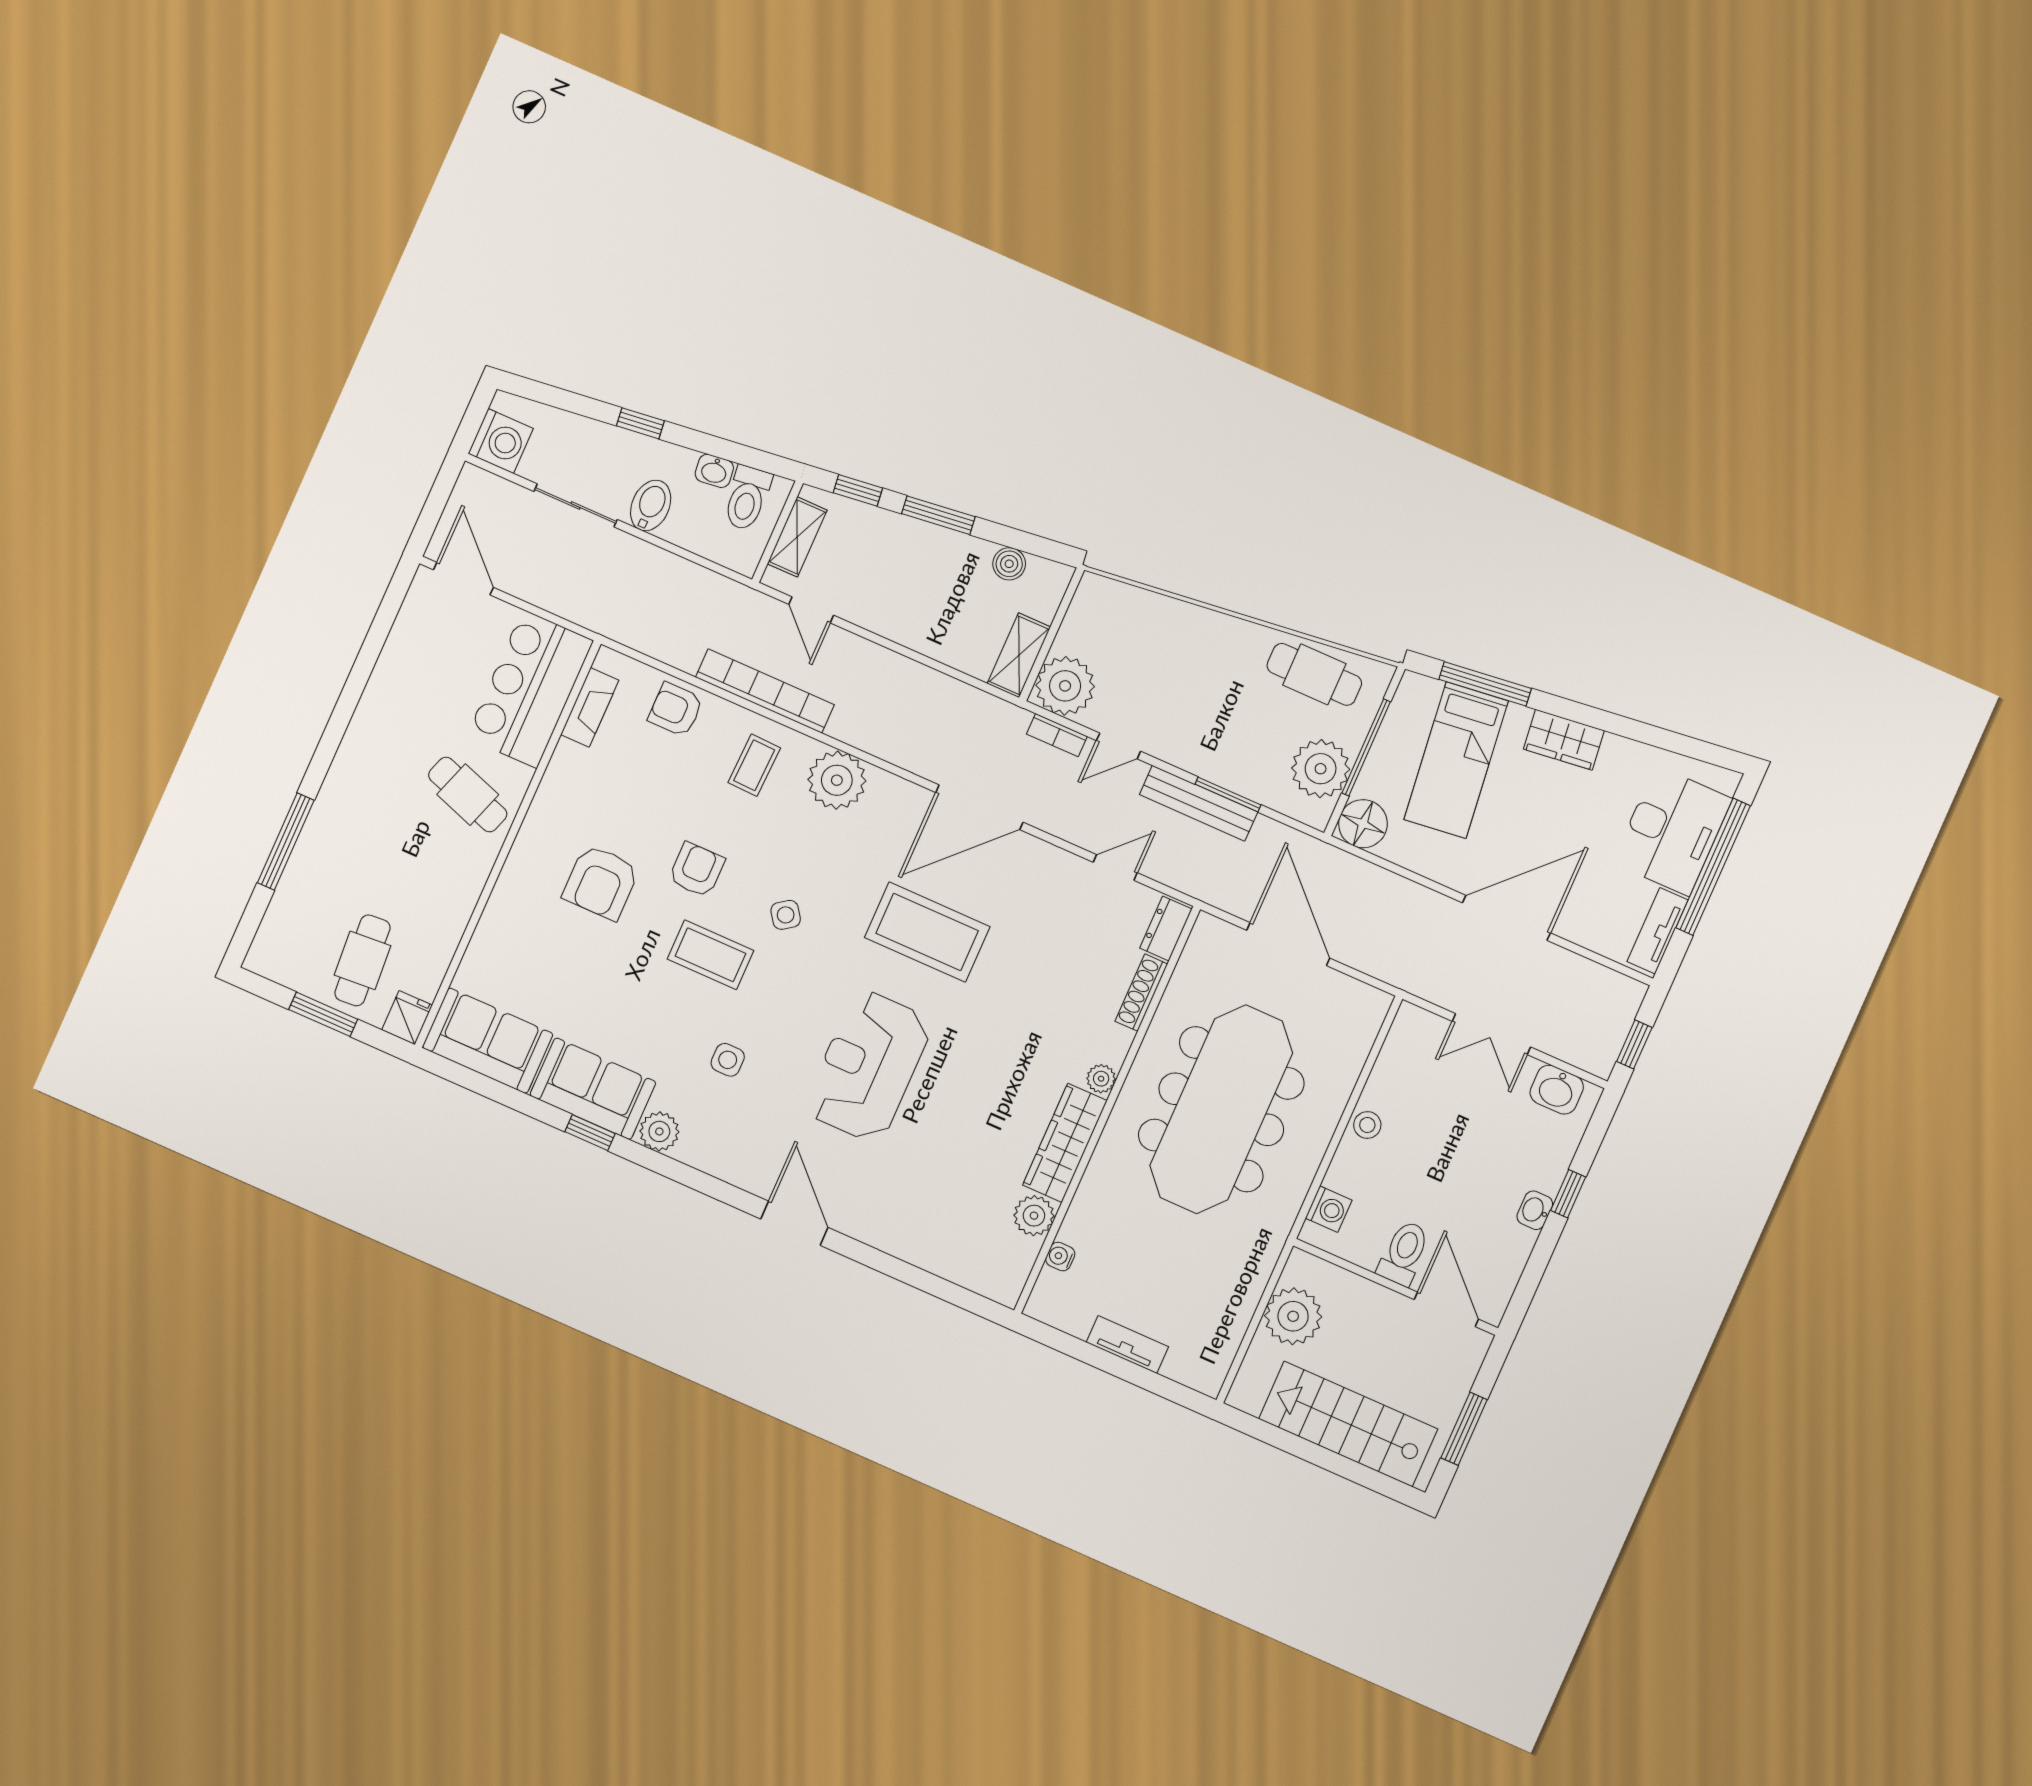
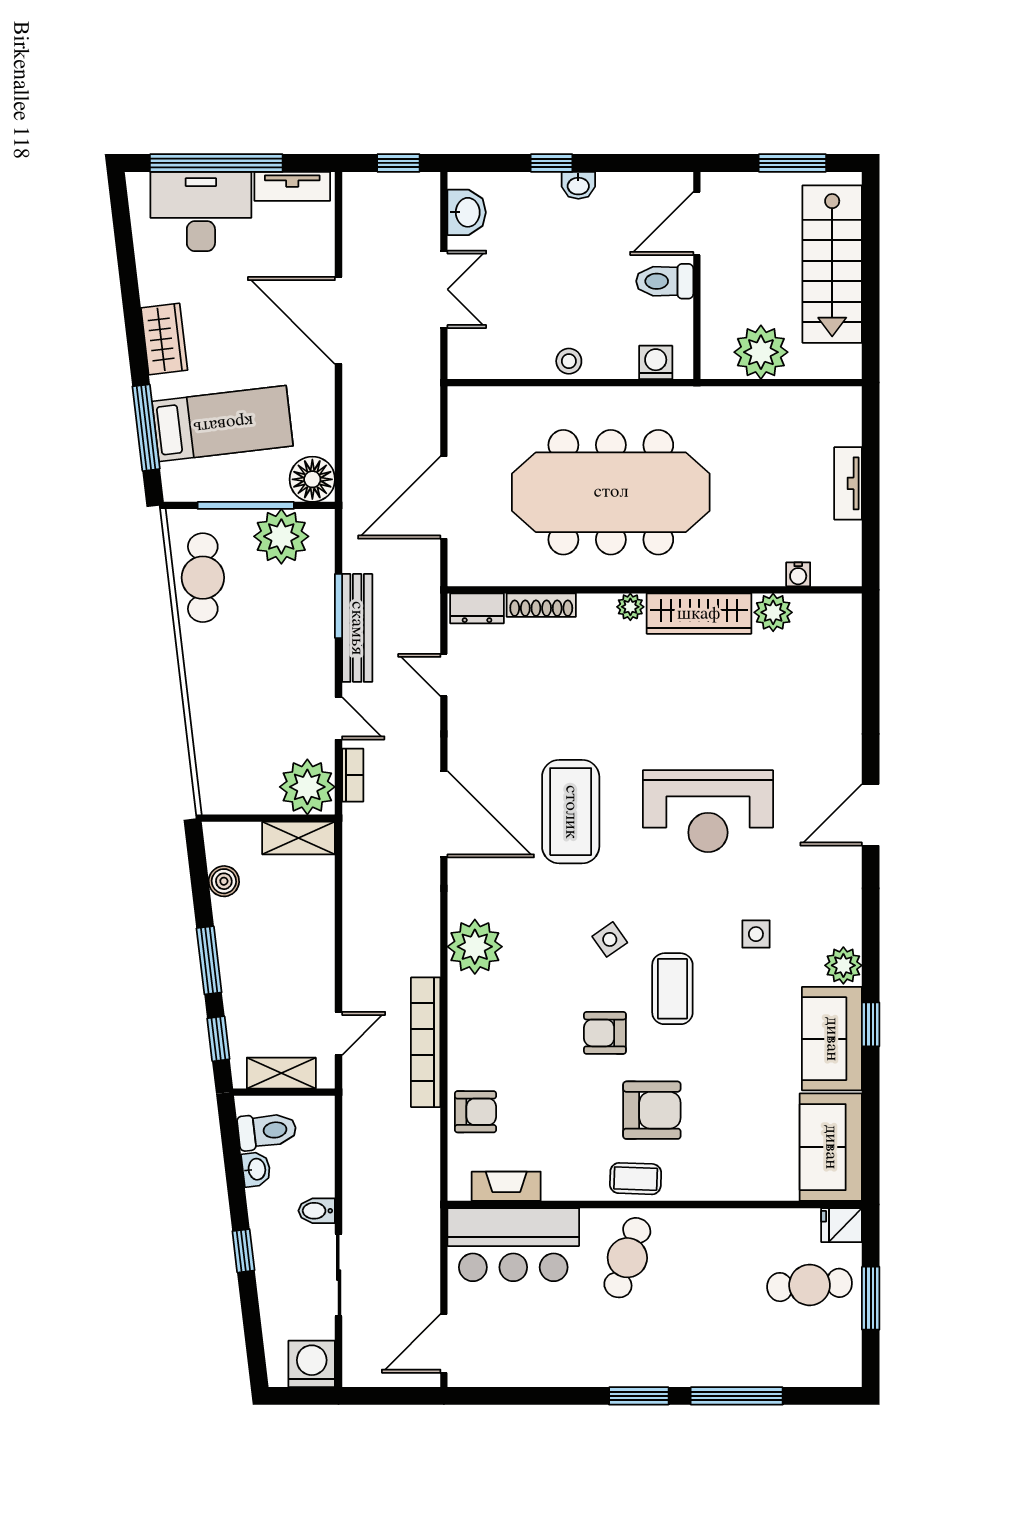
bidet: (651, 506) -> (317, 1211), width x0.72, depth x0.74
armchair: (676, 710) -> (476, 1112), turned -90
window: (328, 746) -> (639, 1396), added
coffee table: (754, 765) -> (636, 1179), moved

